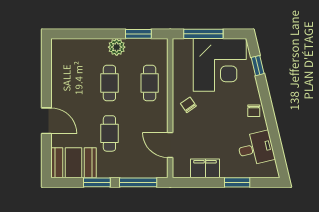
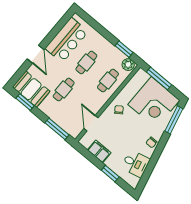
plant: (117, 47) -> (128, 65), moved
window: (258, 66) -> (174, 120), width x2.17
bar counter: (67, 77) -> (67, 40), added
window: (97, 182) -> (25, 102), moved

